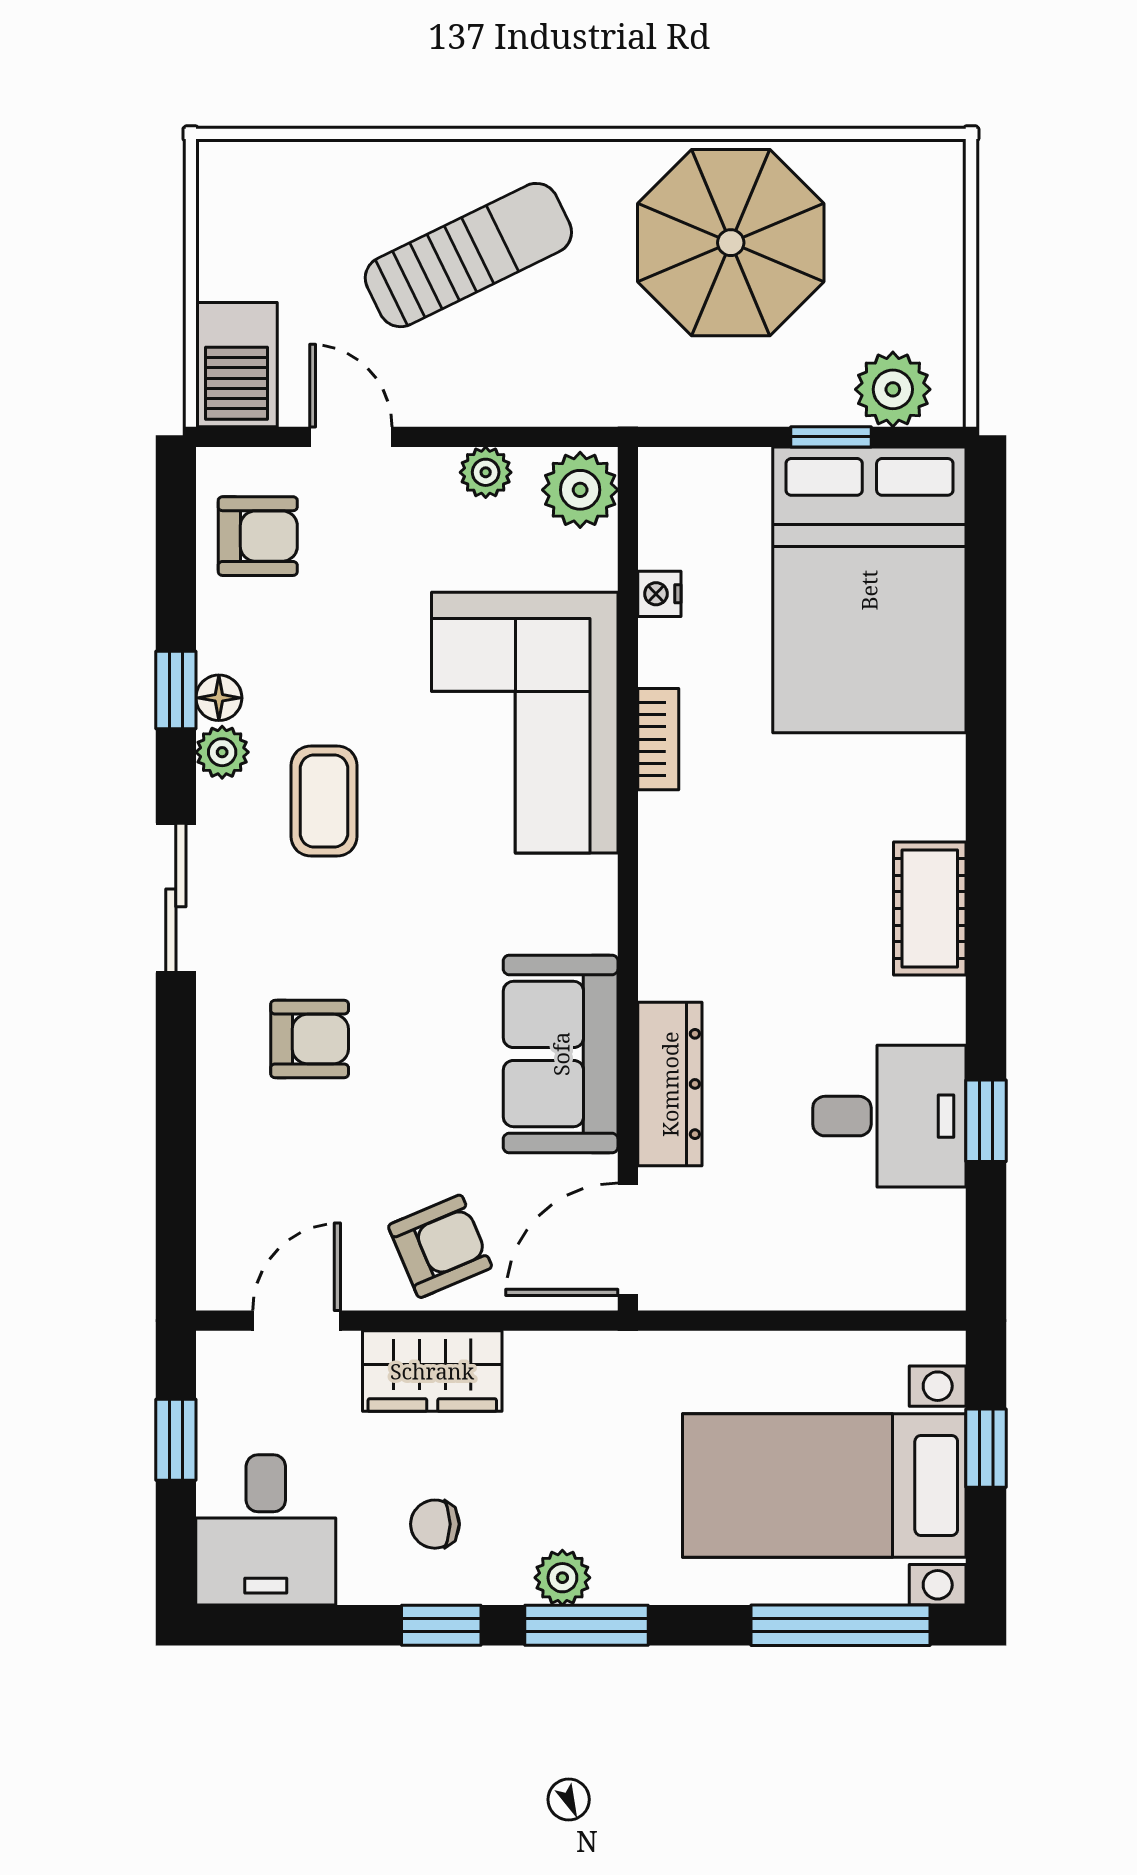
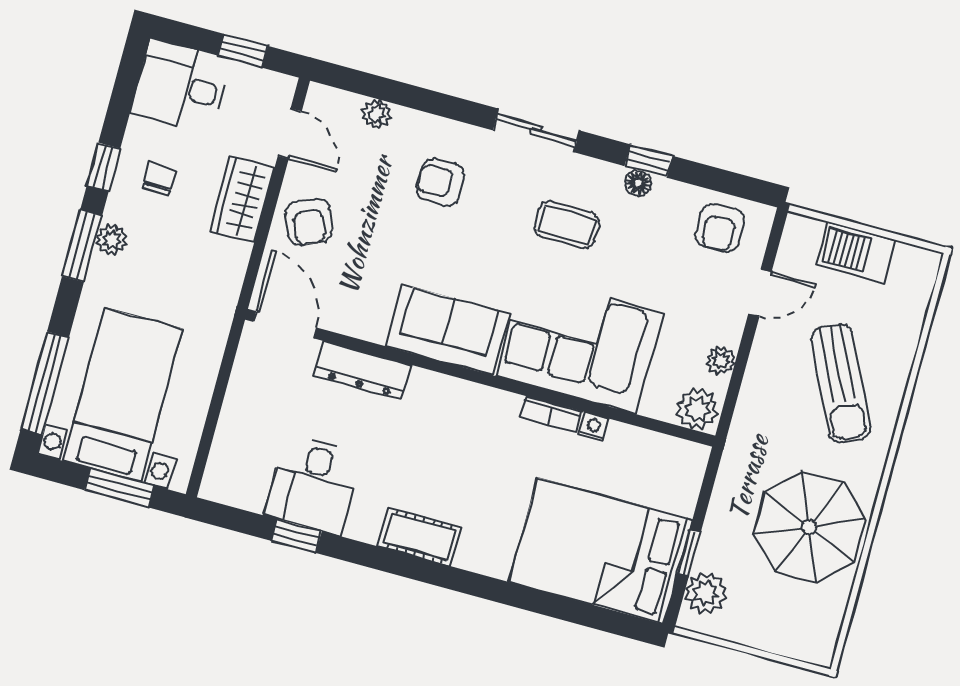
barbecue: (237, 365) -> (856, 253), moved
nightstand: (659, 594) -> (594, 427), moved
plant: (222, 752) -> (377, 114), moved
armchair: (310, 1039) -> (440, 182), turned 90
sofa: (561, 1054) -> (447, 330), moved
window: (986, 1448) -> (119, 488), width x1.50

